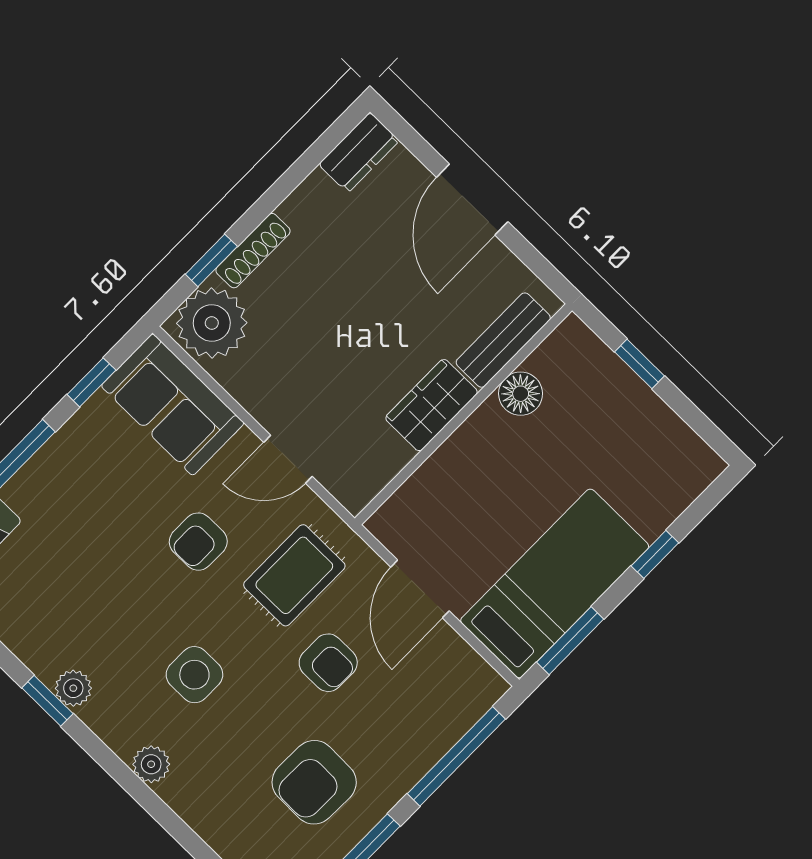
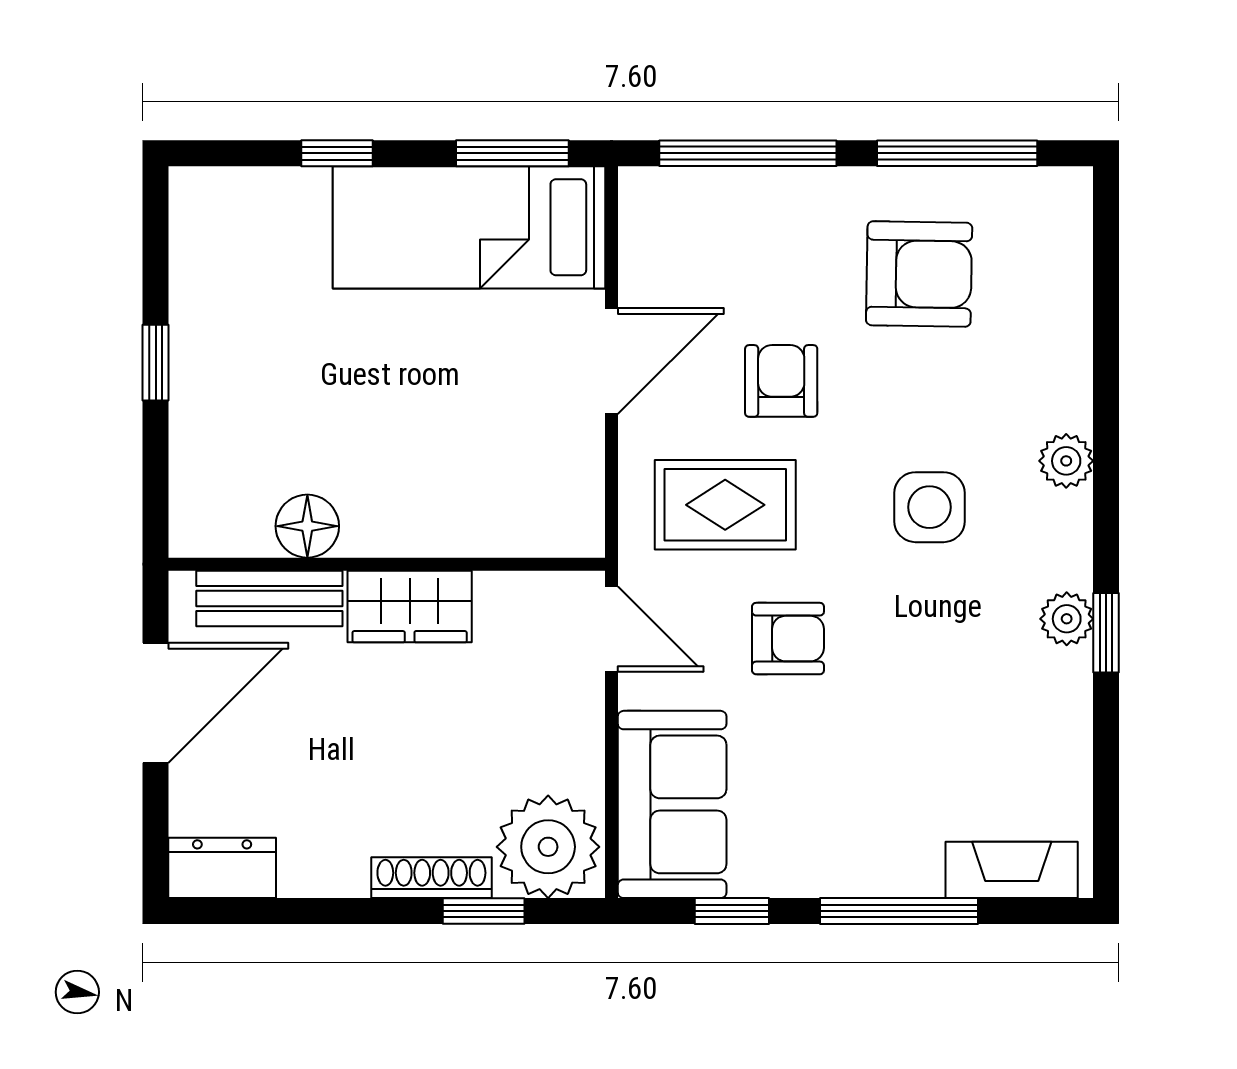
bench: (503, 340) -> (269, 599), moved
floor lamp: (521, 394) -> (307, 526), moved
wardrobe: (432, 405) -> (410, 607), moved
wall: (463, 414) -> (387, 564), moved

